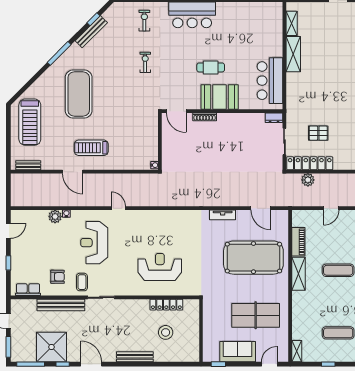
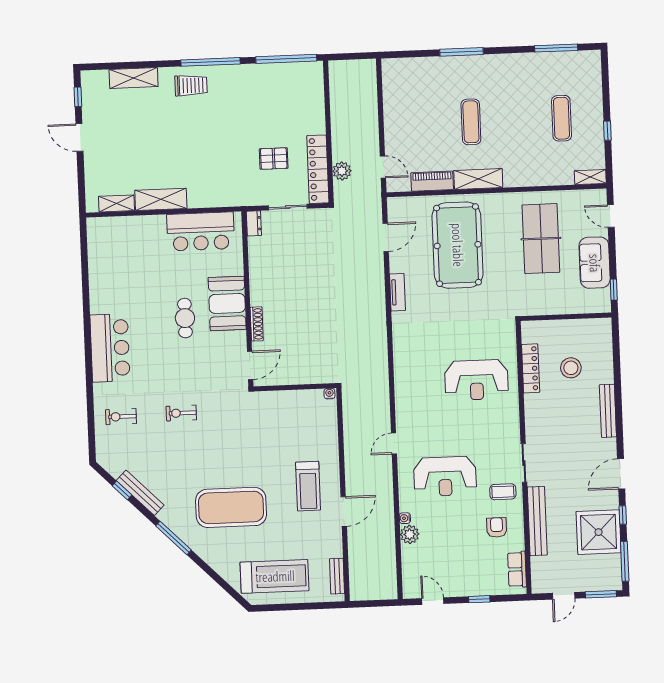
pallet: (318, 133) -> (274, 159), turned 90
door: (331, 208) -> (383, 167), moved
reception desk: (160, 267) -> (476, 380), turned -90

